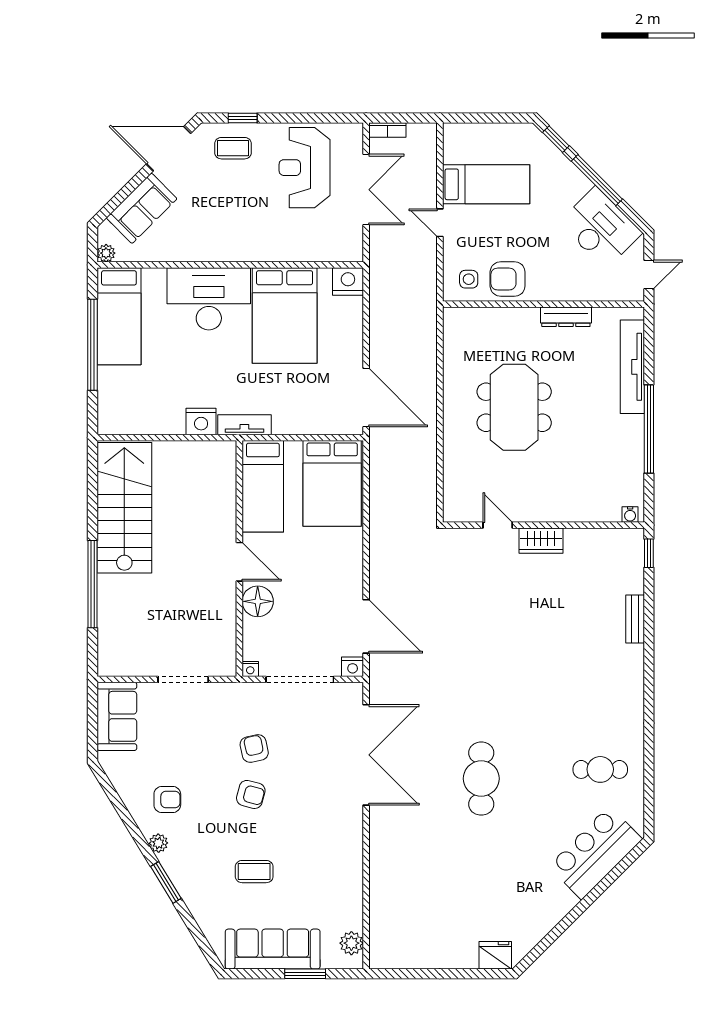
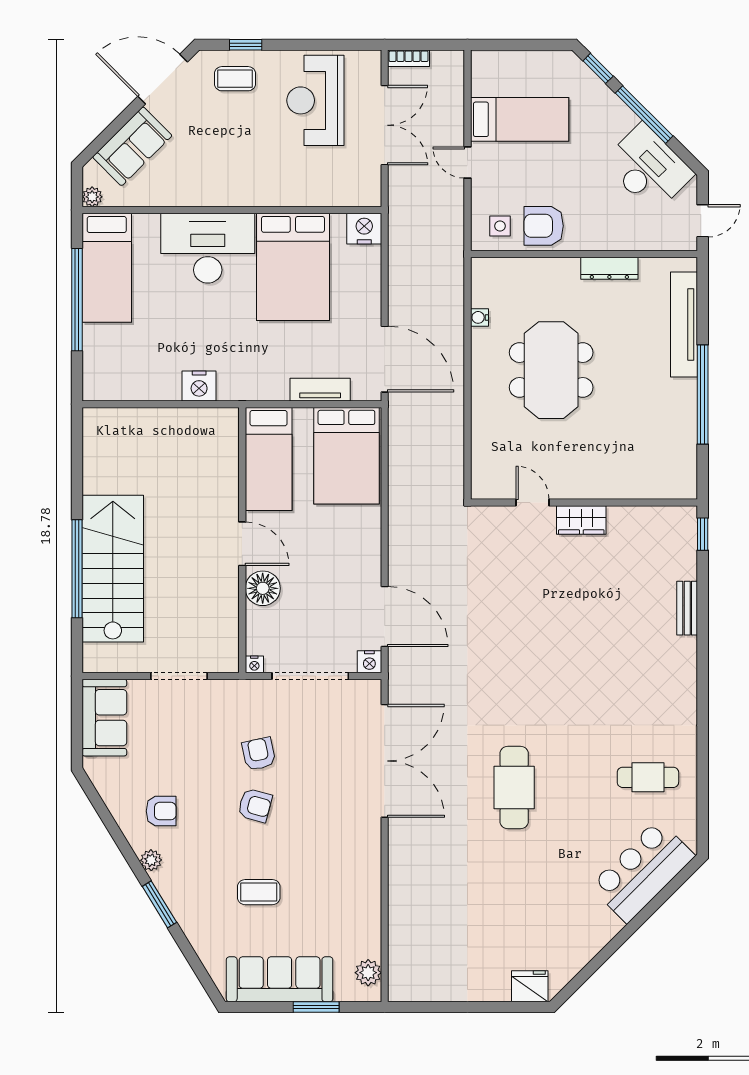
tv unit: (244, 425) -> (320, 390), moved
stairs: (124, 508) -> (113, 569), moved
water cooler: (630, 515) -> (479, 317), moved, turned 90

